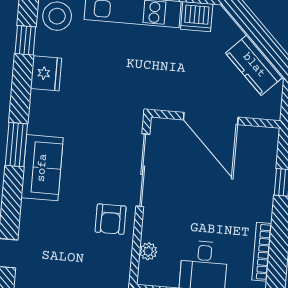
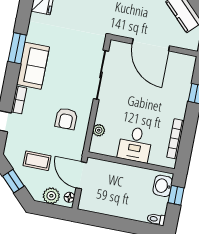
armchair: (111, 219) -> (66, 119), moved
bookcase: (27, 220) -> (19, 100), added

